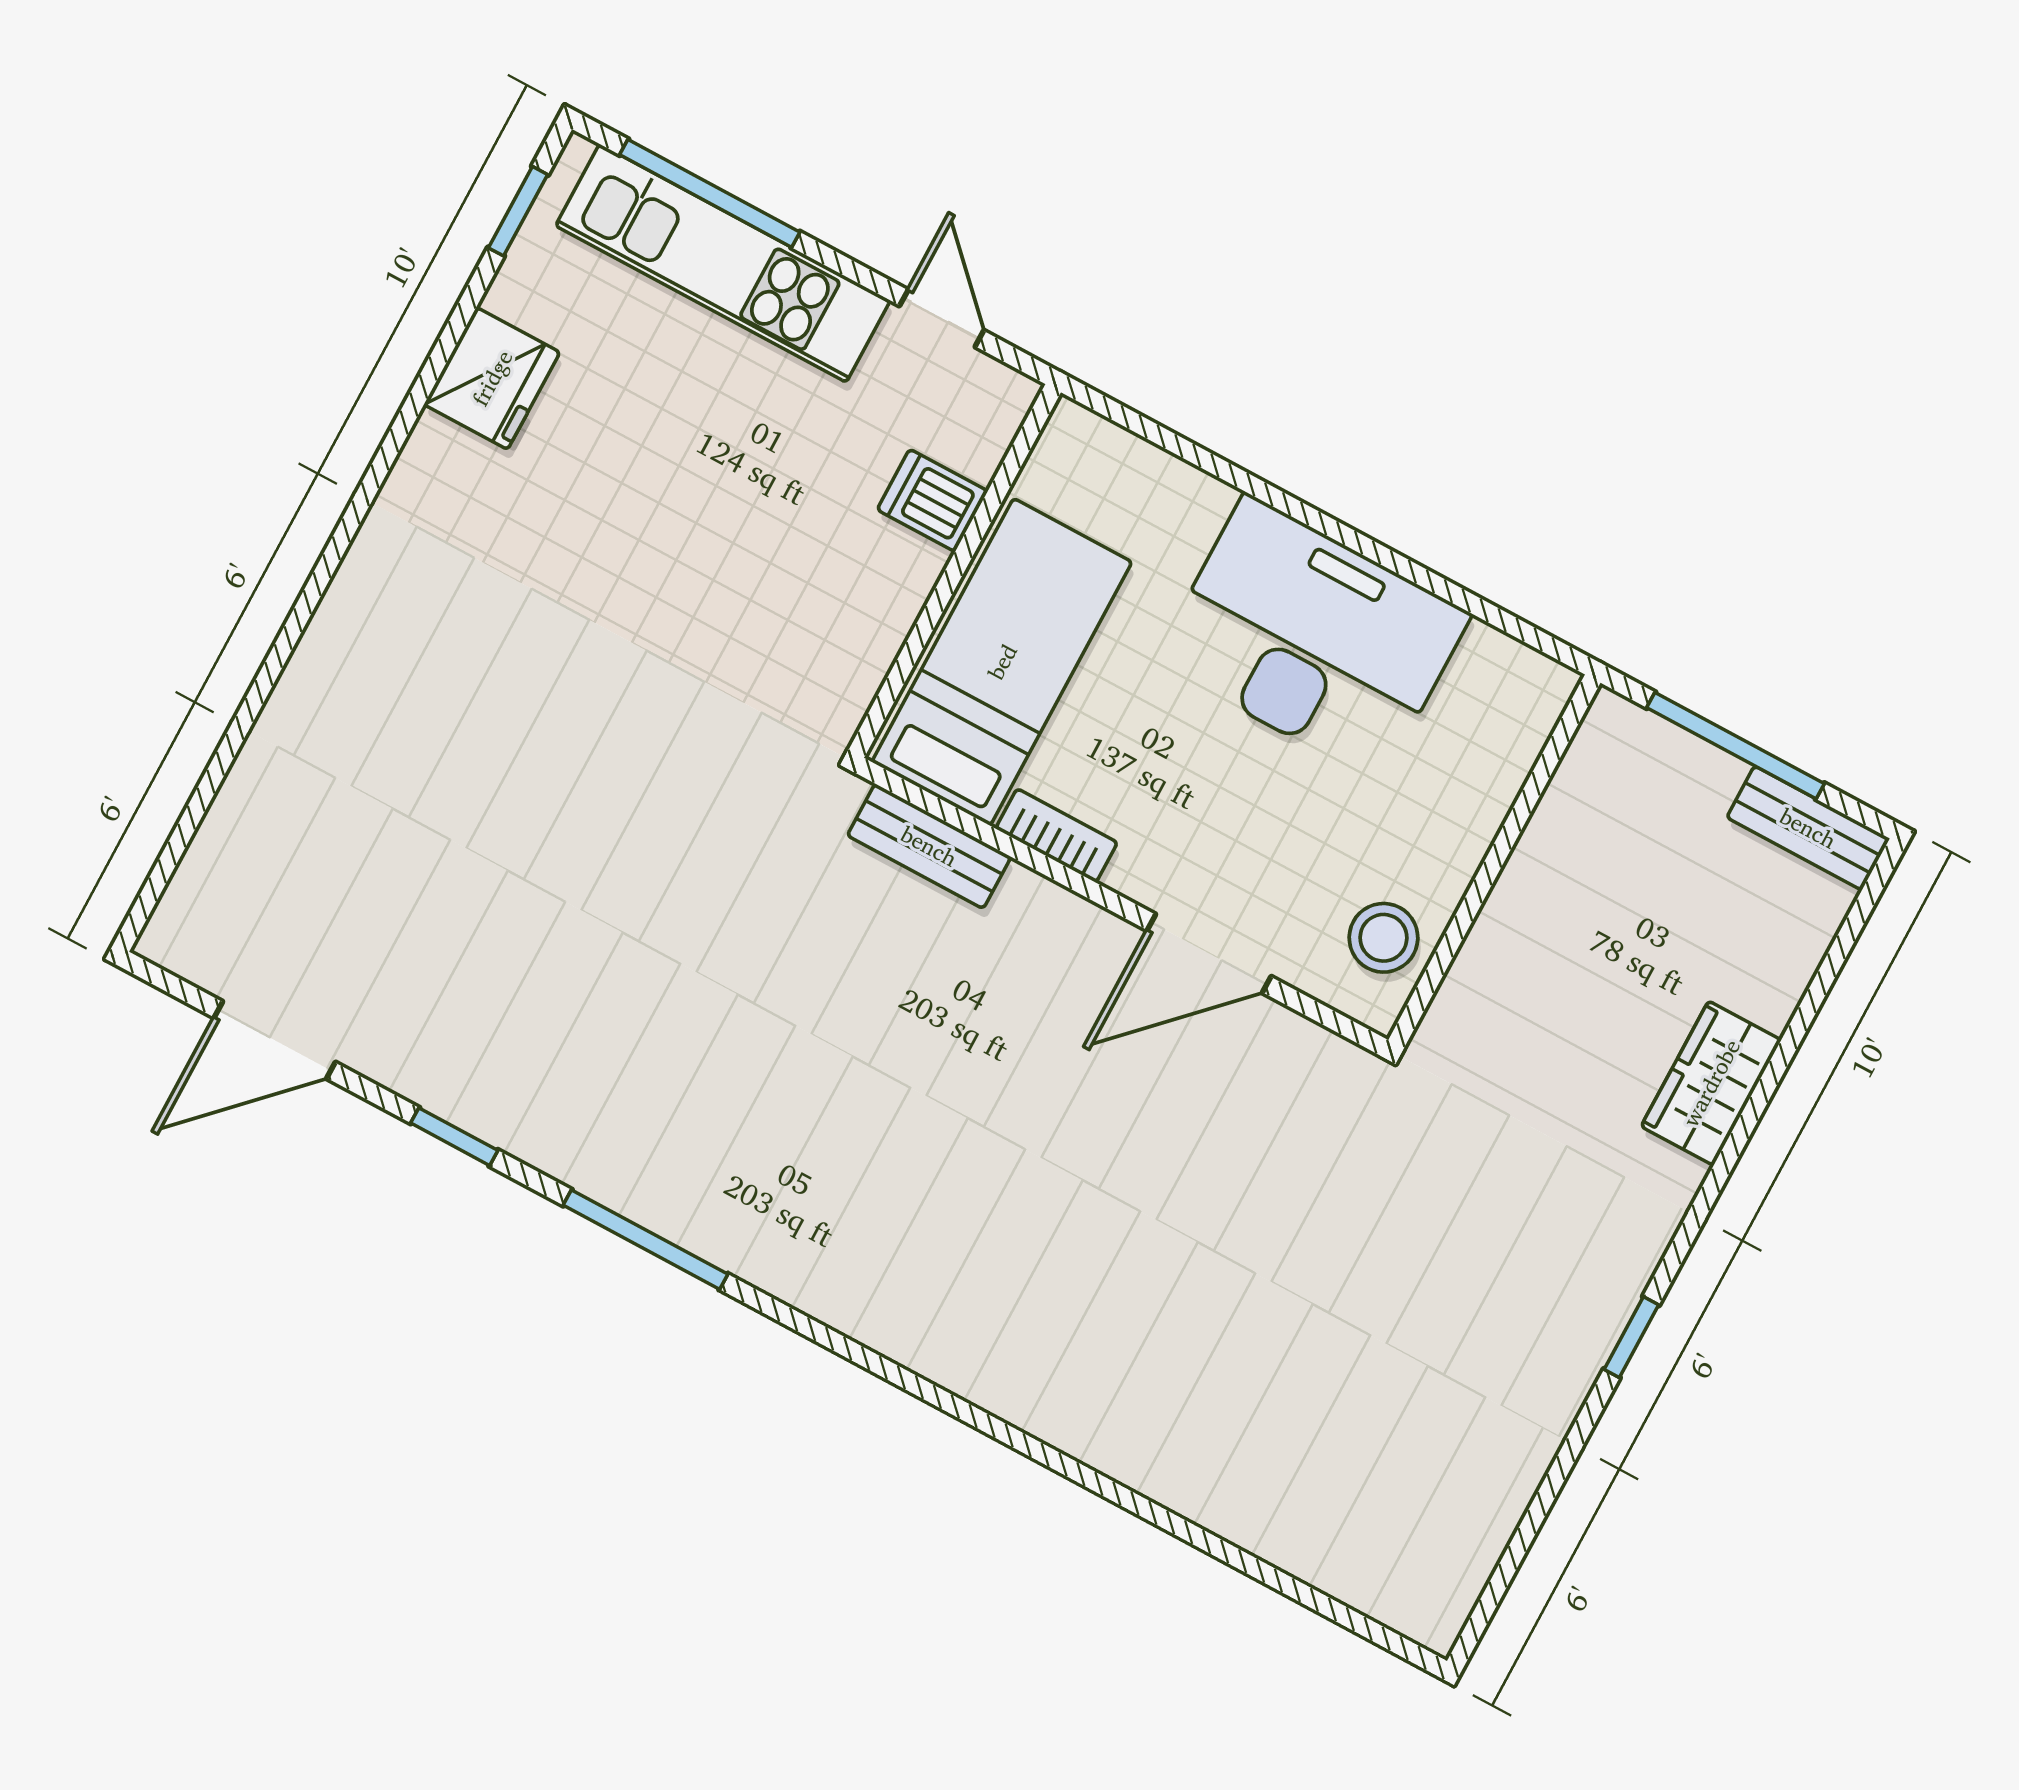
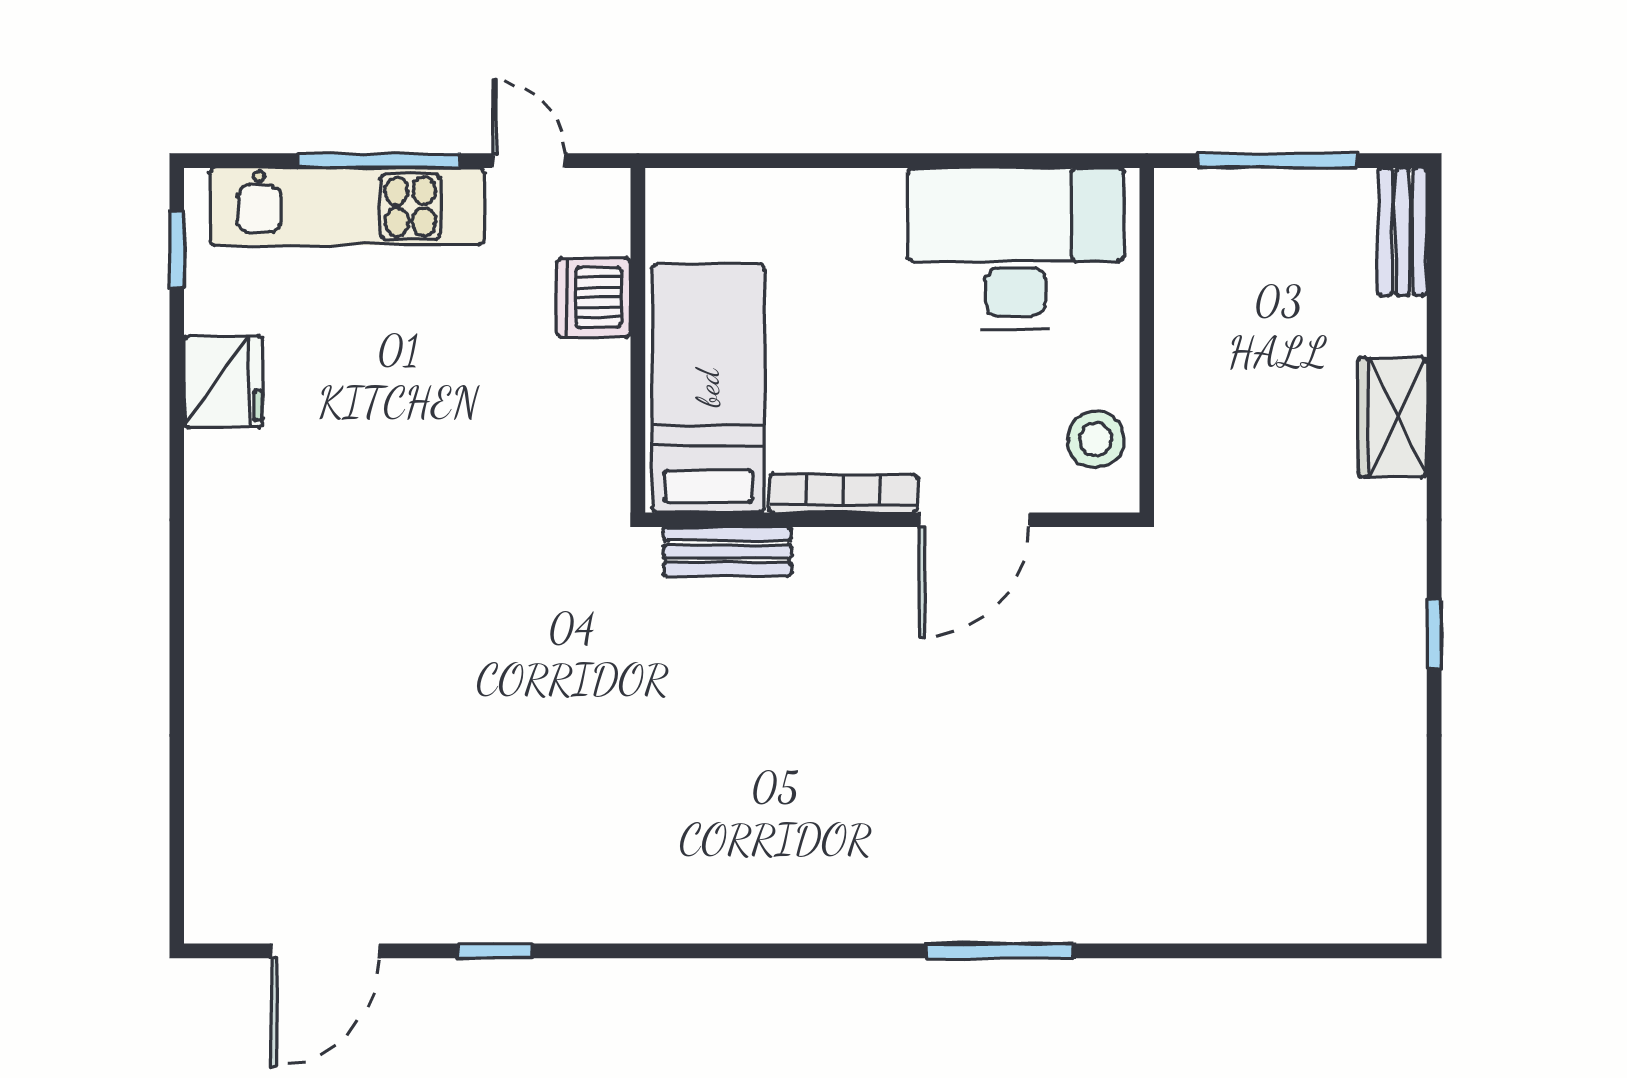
window: (710, 193) -> (379, 161), moved
dishwasher: (932, 500) -> (594, 297), width x1.38
desk: (1312, 638) -> (1016, 249), moved
bench: (1808, 828) -> (1403, 232), moved, turned 90
bookcase: (1057, 836) -> (843, 494), width x1.56
window: (646, 1240) -> (1000, 951), moved

